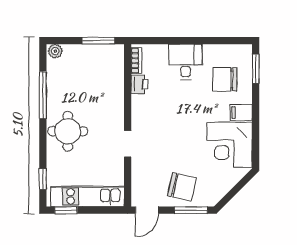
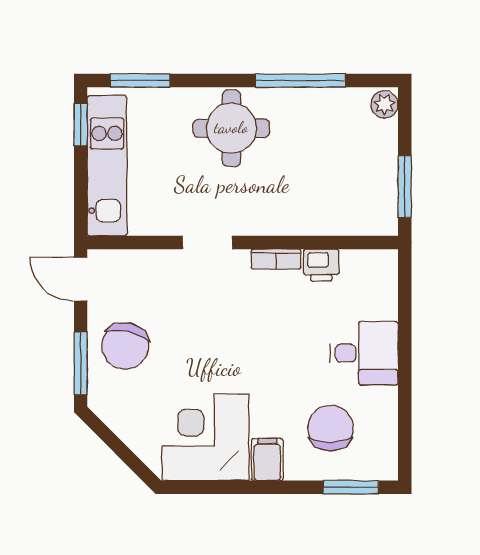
bookcase: (136, 61) -> (276, 259), moved
window: (43, 179) -> (140, 81), width x1.50

